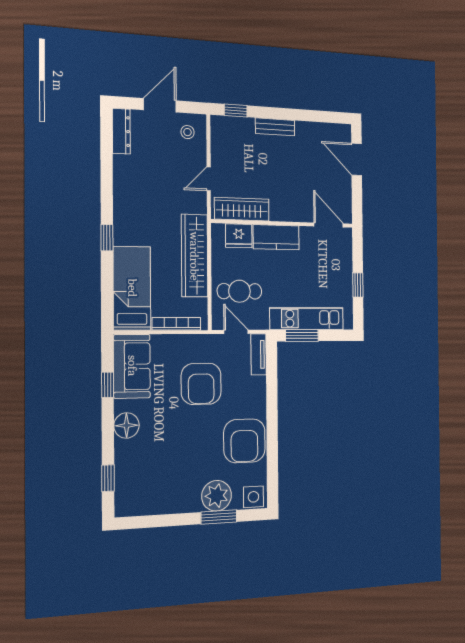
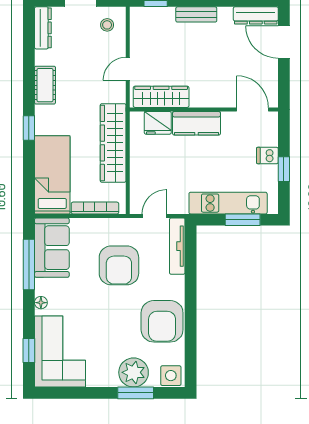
dresser: (331, 131) -> (256, 15), added
cot: (124, 192) -> (45, 85), added
dishwasher: (343, 271) -> (267, 155), added
cafe table: (239, 291) -> (158, 177), removed
door: (236, 332) -> (154, 216), hinge flipped
window: (302, 335) -> (243, 220), moved
tv unit: (259, 354) -> (177, 246), width x1.41
window: (108, 385) -> (29, 264), width x2.17
floor lamp: (126, 425) -> (41, 303), width x0.53, depth x0.53
corner sofa: (141, 478) -> (60, 352), added

